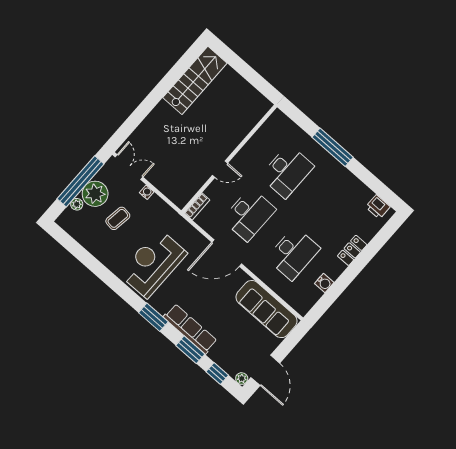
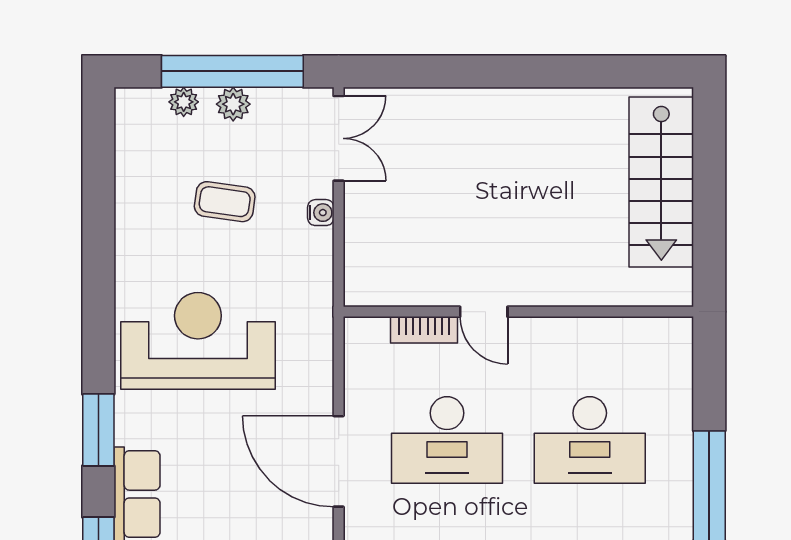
stairs: (195, 80) -> (661, 182), moved, turned 90
plant: (95, 194) -> (233, 104), width x0.53, depth x0.53
bookcase: (197, 206) -> (424, 330), moved

